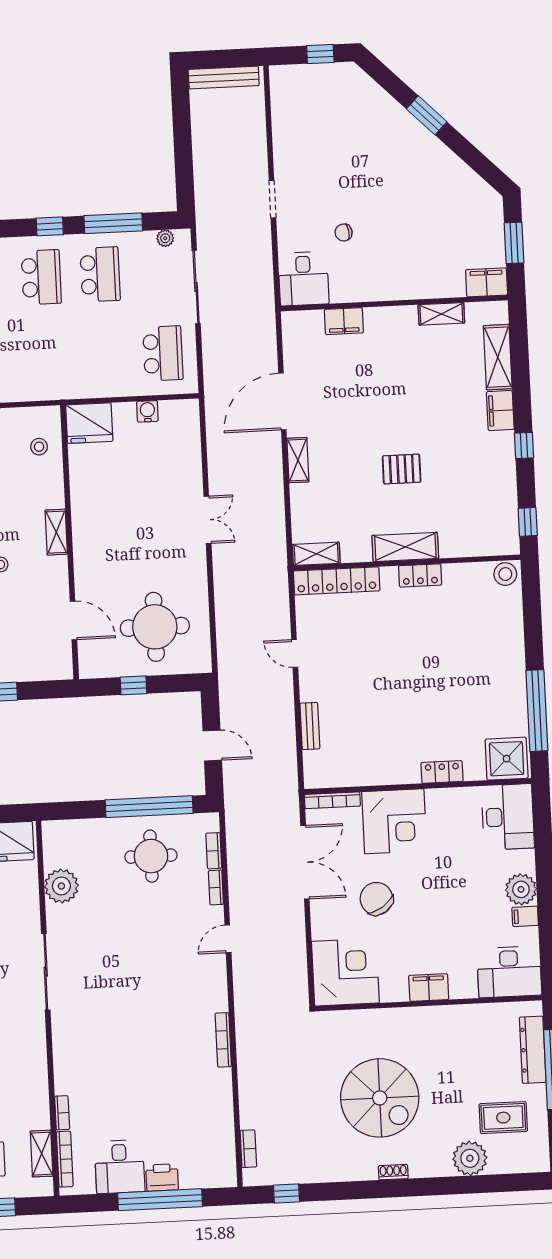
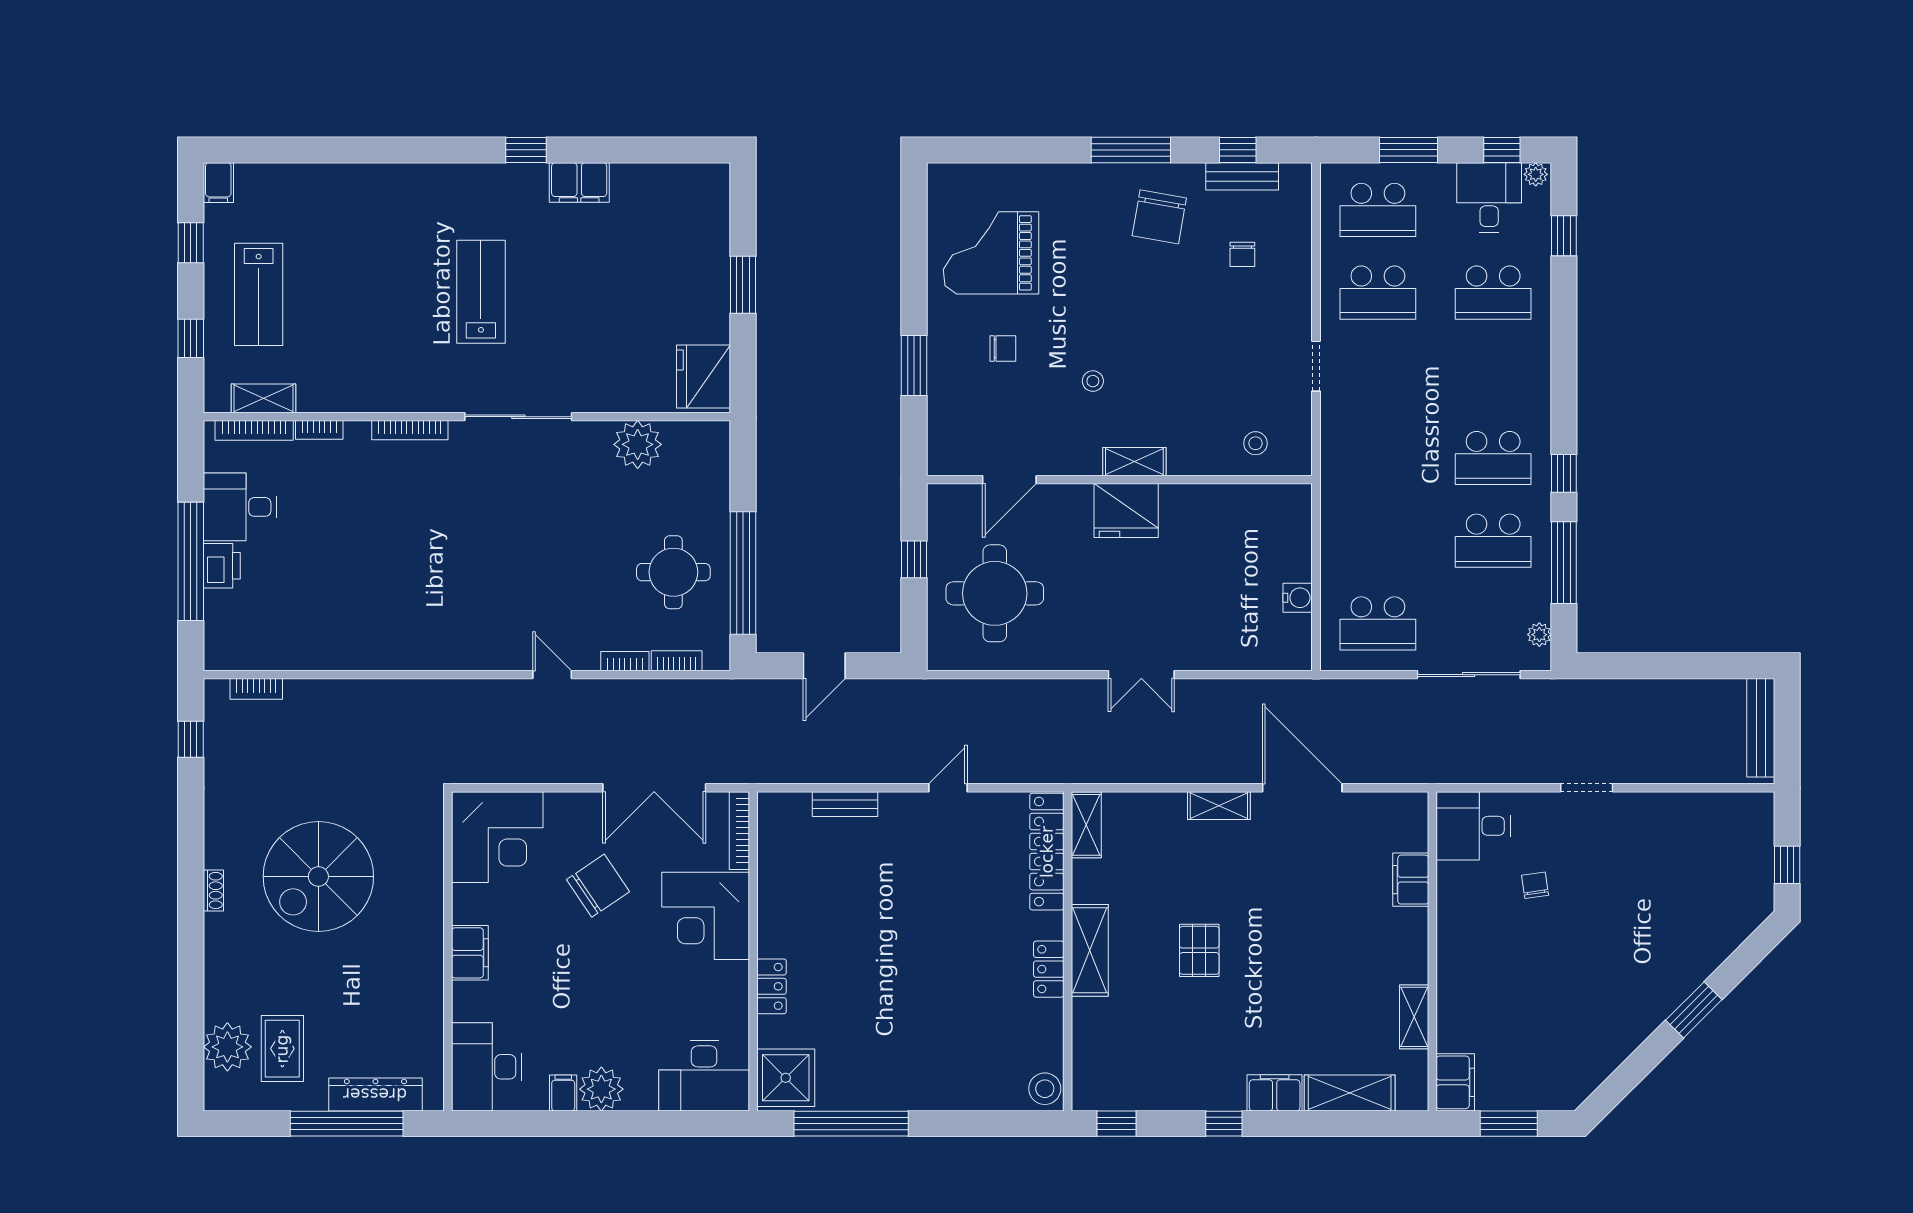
fridge: (89, 423) -> (1126, 510), moved, turned -90
bookcase: (223, 1040) -> (410, 430), moved, turned 180
plant: (470, 1158) -> (227, 1047), moved

